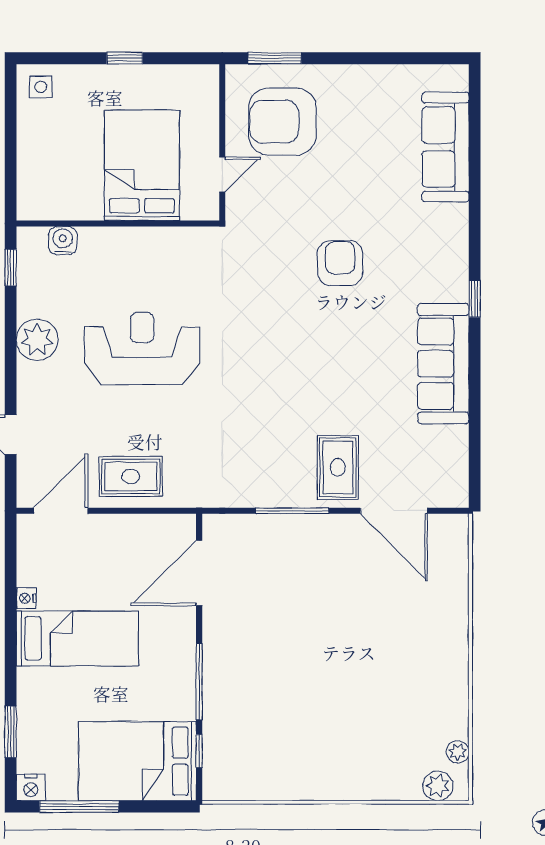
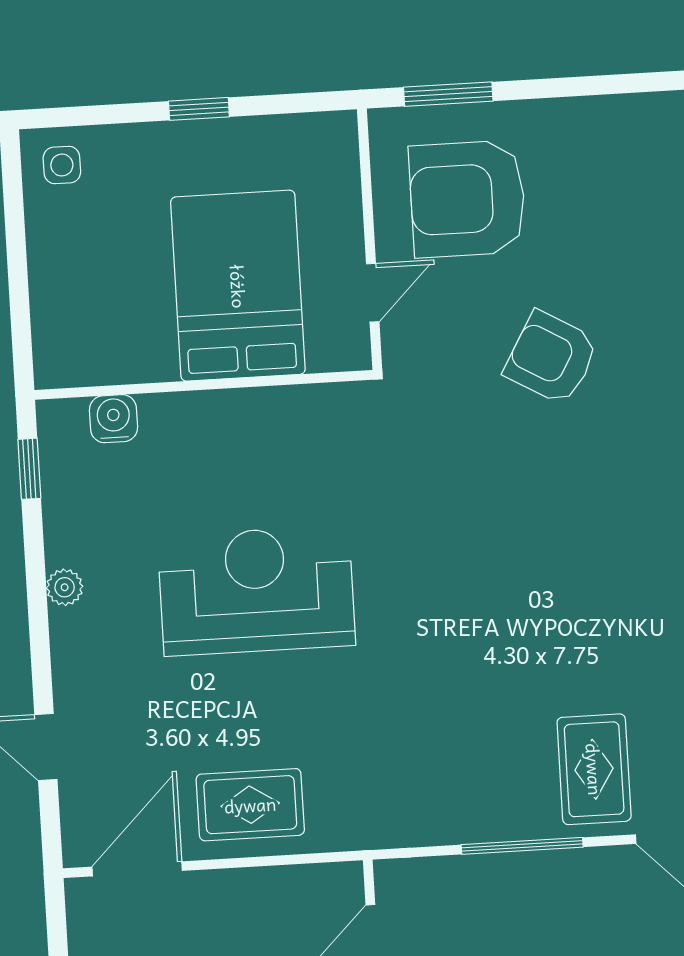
armchair: (340, 263) -> (551, 358), moved, turned -60
plant: (37, 340) -> (65, 587), width x0.53, depth x0.53

